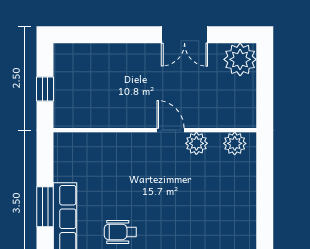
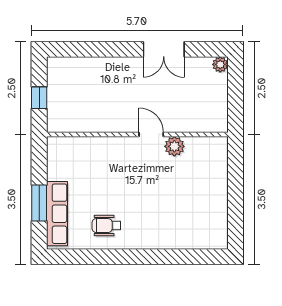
plant: (240, 59) -> (220, 64), width x0.53, depth x0.53
plant: (235, 143) -> (209, 146), removed

